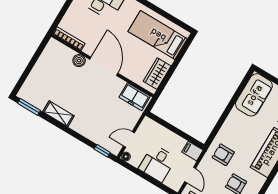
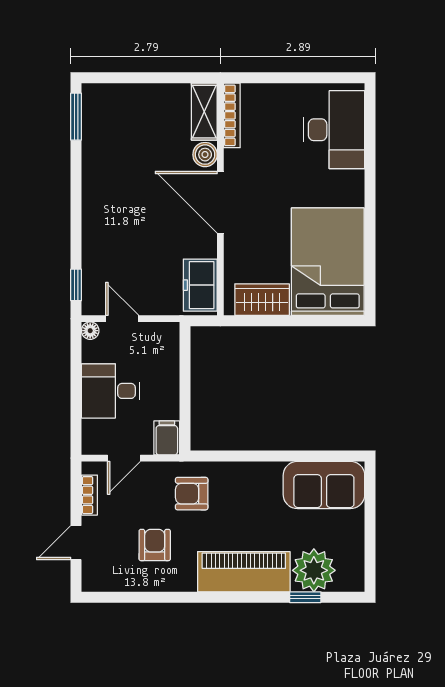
bed: (158, 35) -> (328, 262), width x1.50
door: (104, 66) -> (220, 202), swing flipped
shelving: (58, 114) -> (204, 112), moved
armchair: (223, 155) -> (192, 494), turned -90

